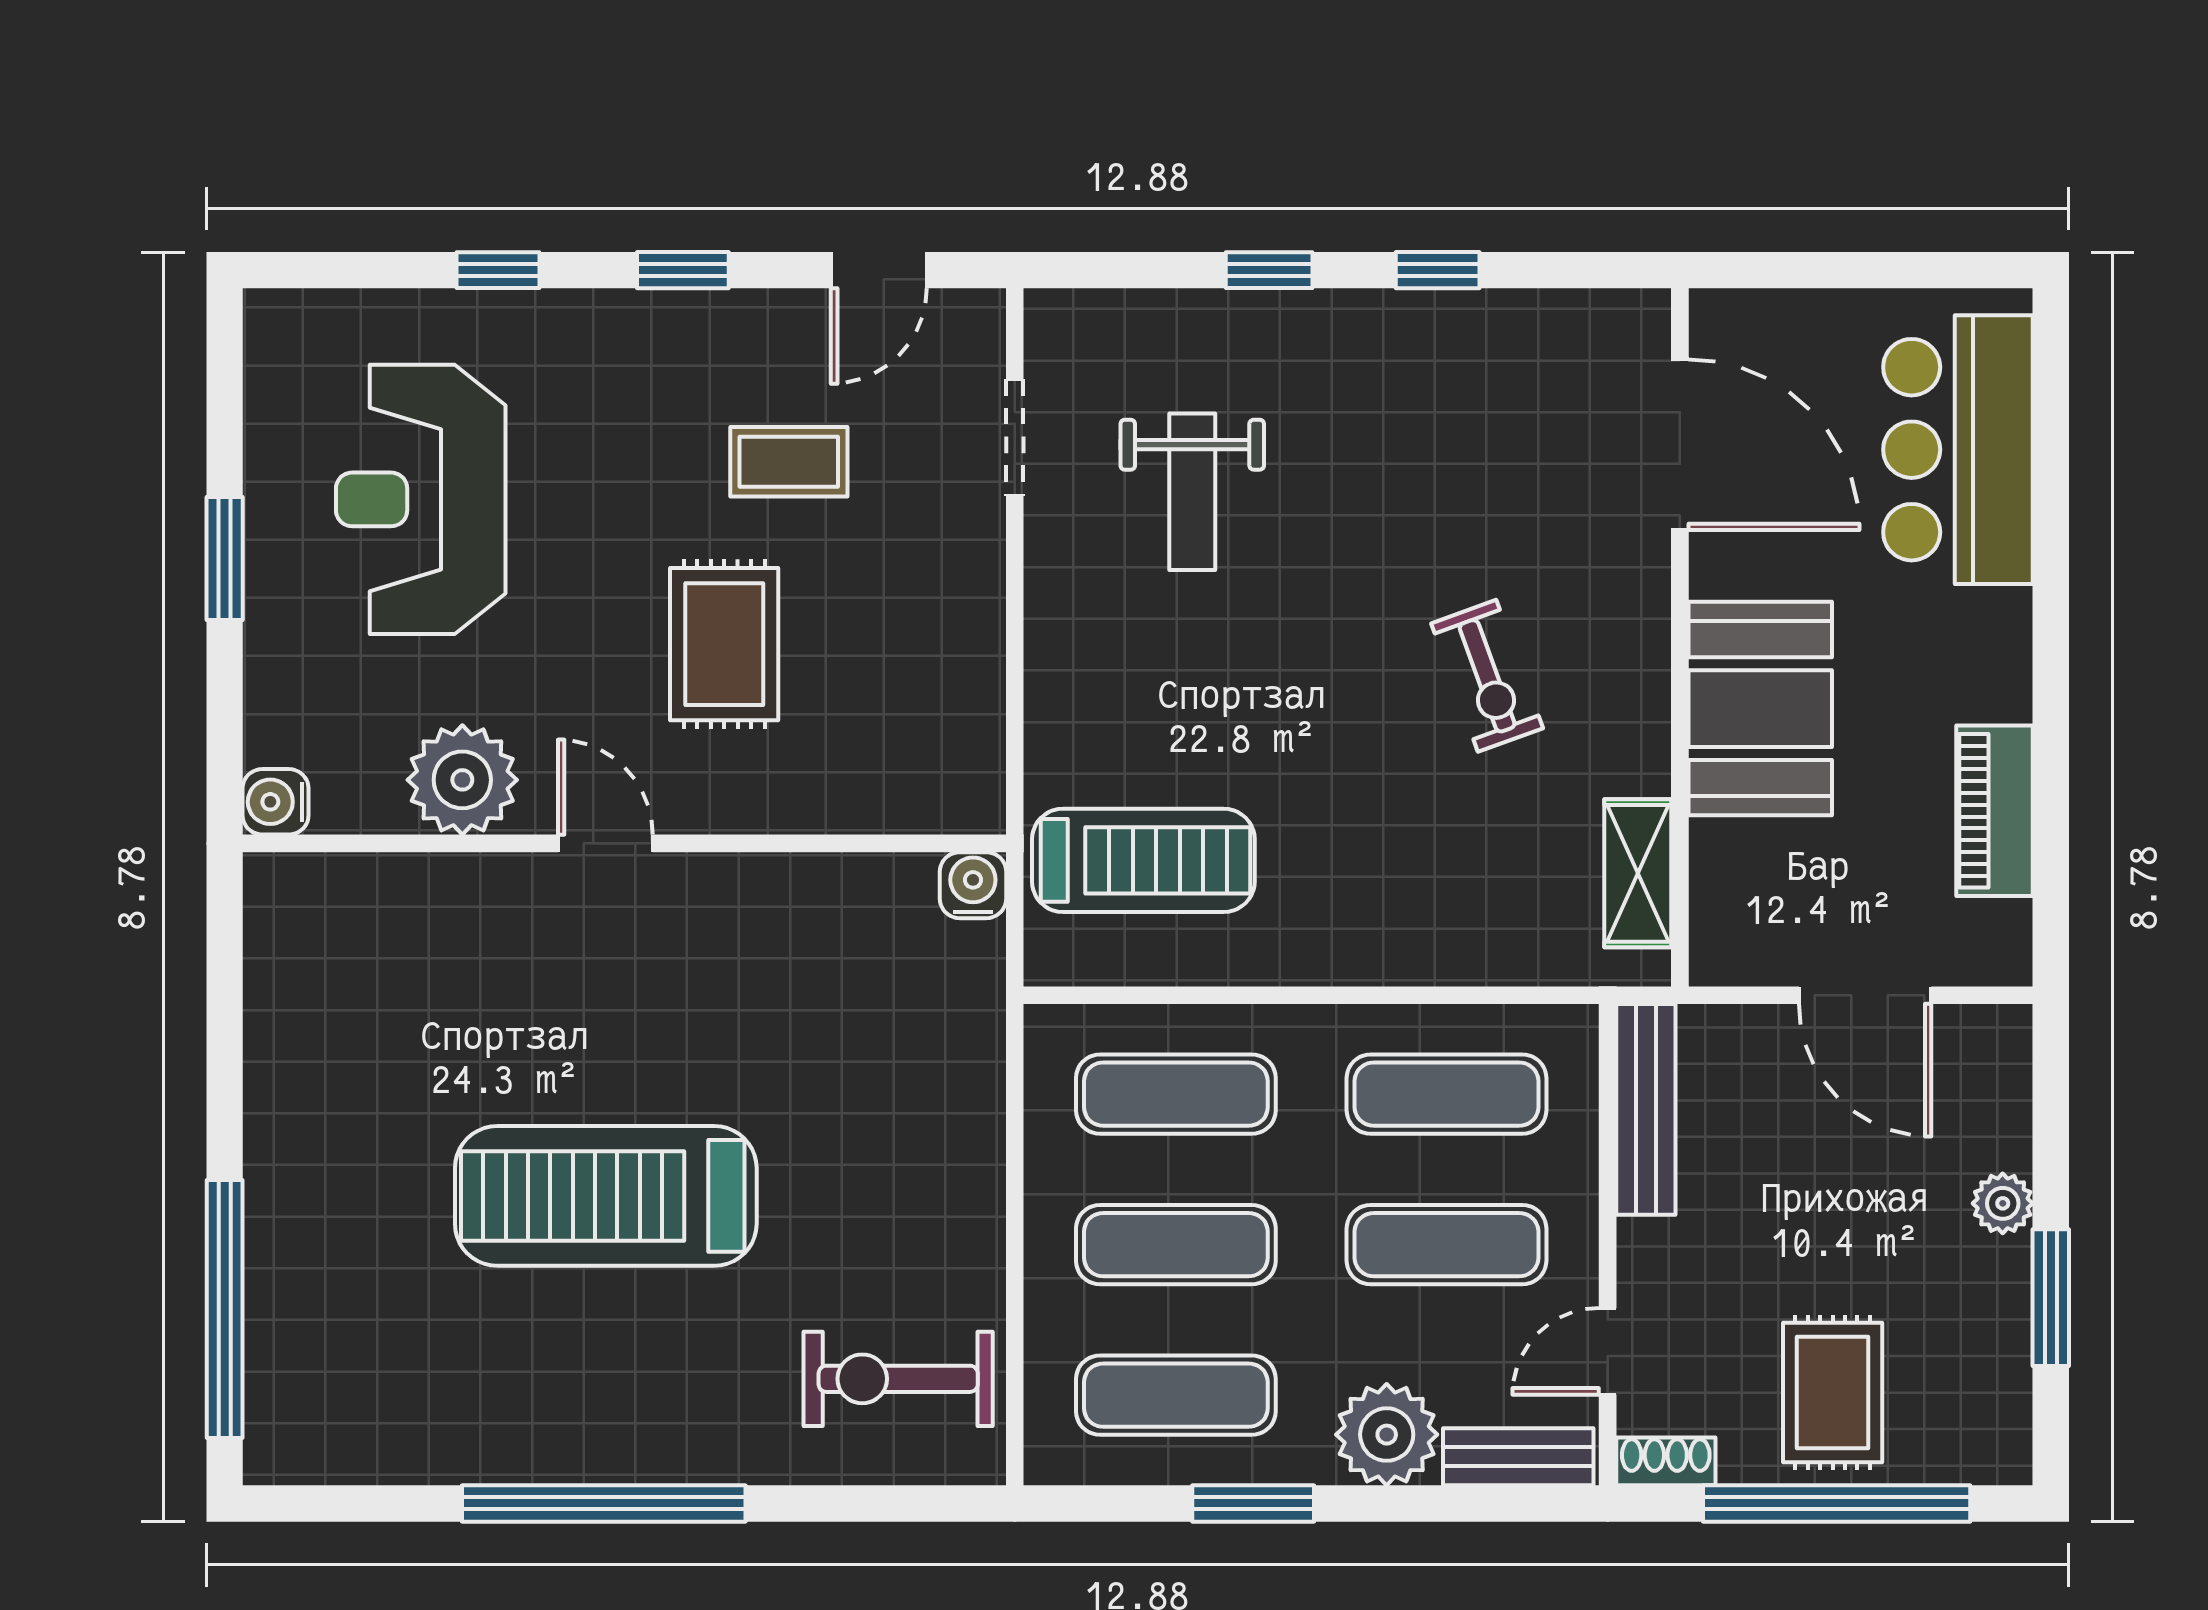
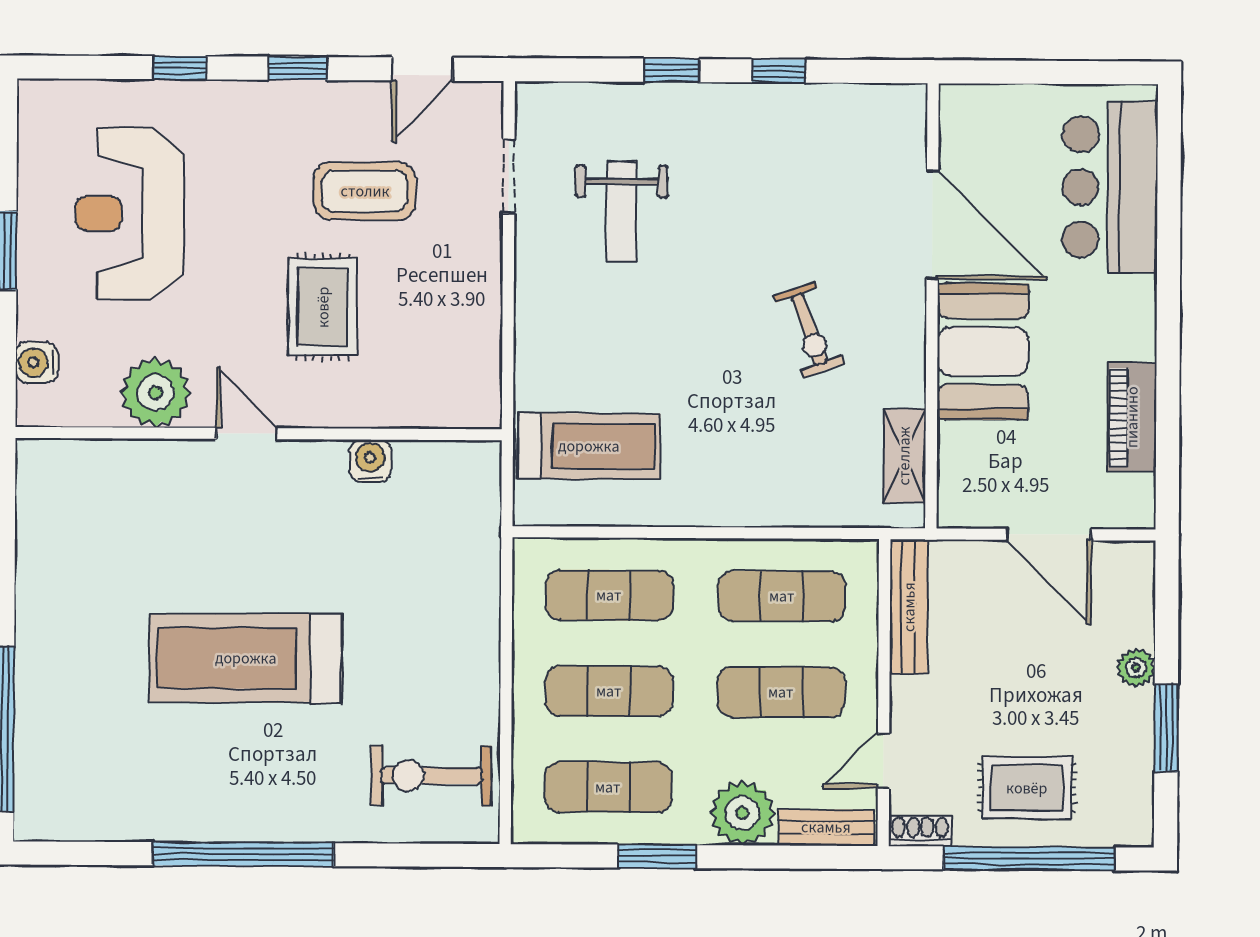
door: (1680, 445) -> (932, 225), moved
coffee table: (789, 462) -> (365, 191), width x1.36, depth x1.30
water cooler: (276, 802) -> (37, 362), moved
water cooler: (973, 885) -> (370, 461), moved
rug: (1833, 1393) -> (1027, 788), turned 90

